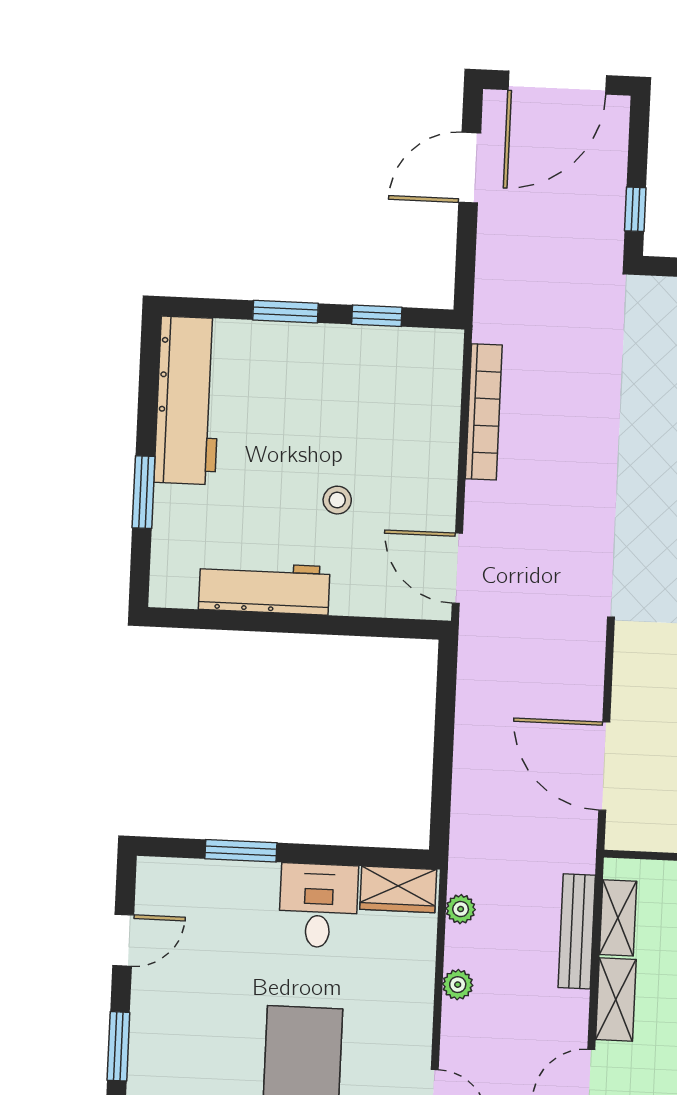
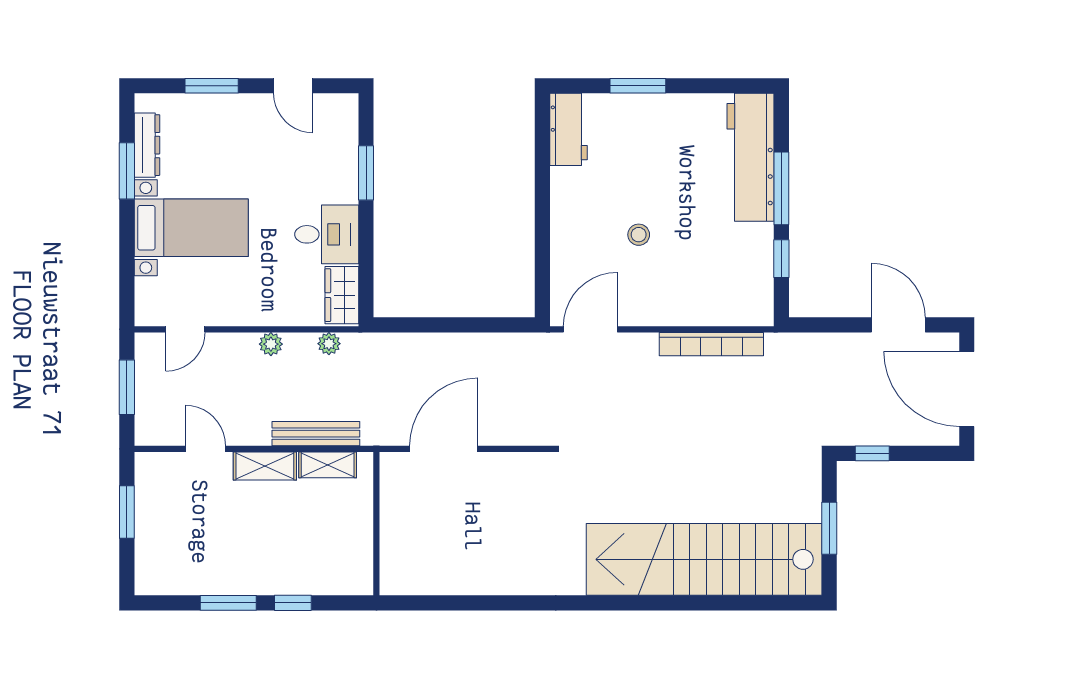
window: (286, 312) -> (781, 188), width x1.44
workbench: (188, 400) -> (751, 157), moved, turned 90
workbench: (264, 588) -> (569, 129), moved, width x0.73

